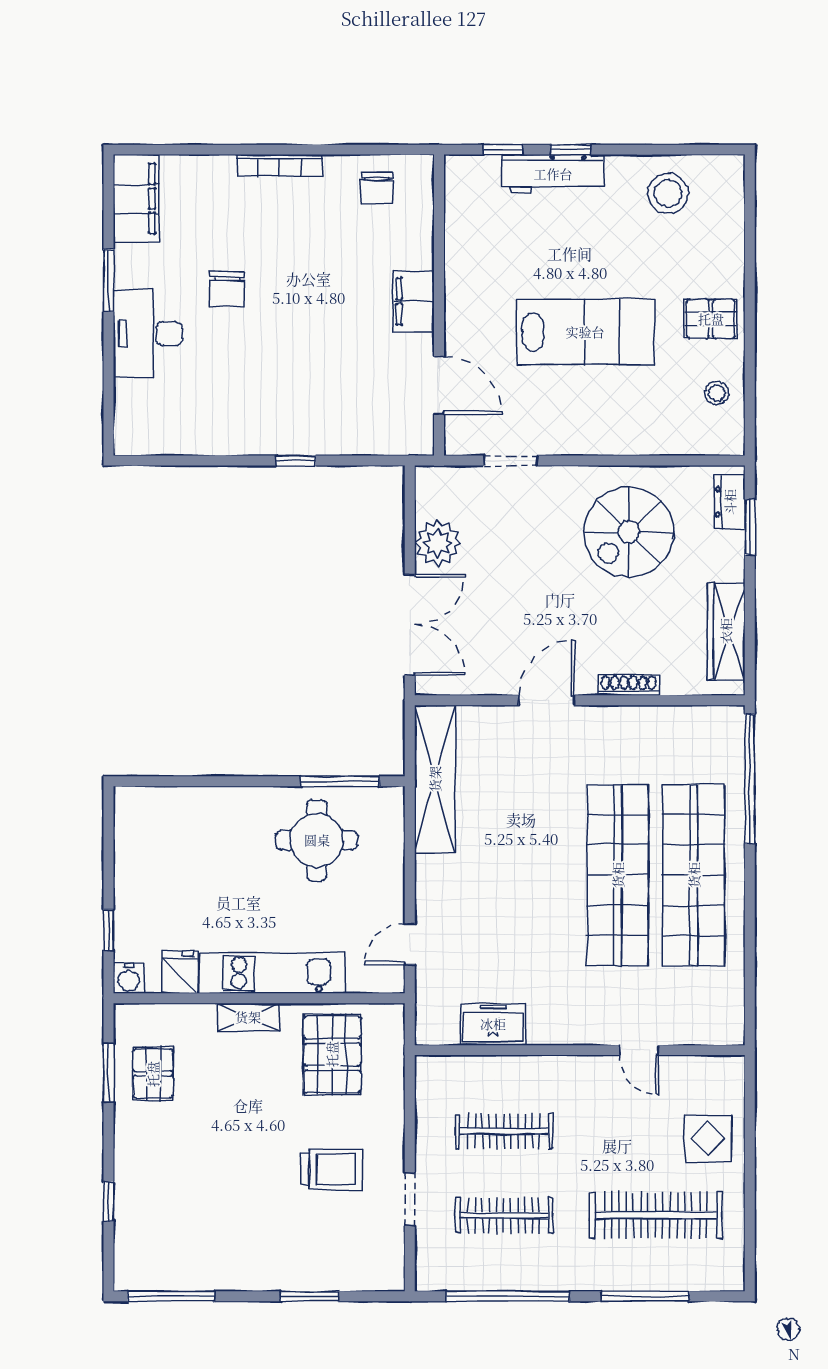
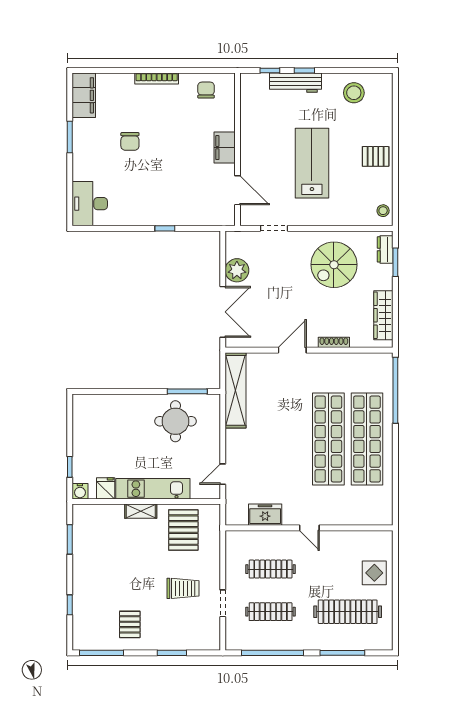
chair: (377, 188) -> (206, 90), turned 180
lab bench: (585, 332) -> (312, 163), turned -90
desk: (148, 334) -> (90, 204), moved
stool: (717, 393) -> (383, 211), moved
door: (639, 1050) -> (309, 528), moved
pallet: (153, 1074) -> (130, 624), moved

